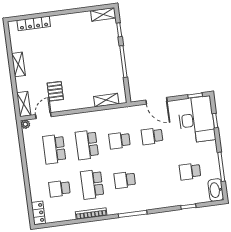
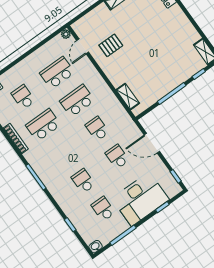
door: (156, 101) -> (152, 143), hinge flipped
shelving: (24, 104) -> (84, 23), removed
door: (43, 116) -> (83, 46), swing flipped
desk: (196, 120) -> (140, 199), moved
school desk: (125, 180) -> (83, 181), moved
washbasin: (216, 190) -> (96, 247), width x0.52, depth x0.69

